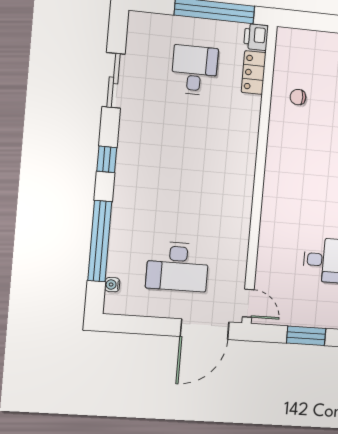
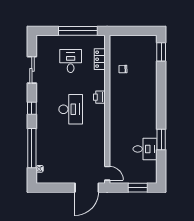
printer: (256, 37) -> (99, 97), moved
desk: (178, 267) -> (71, 109), moved, turned -90

